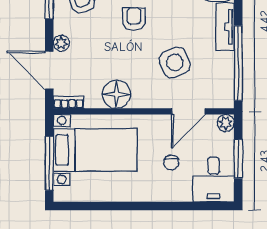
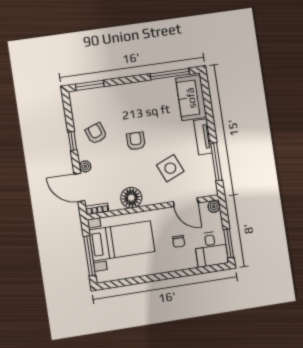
window: (238, 63) -> (216, 162), width x0.68
door: (188, 111) -> (186, 202), hinge flipped
window: (238, 159) -> (229, 243), moved

